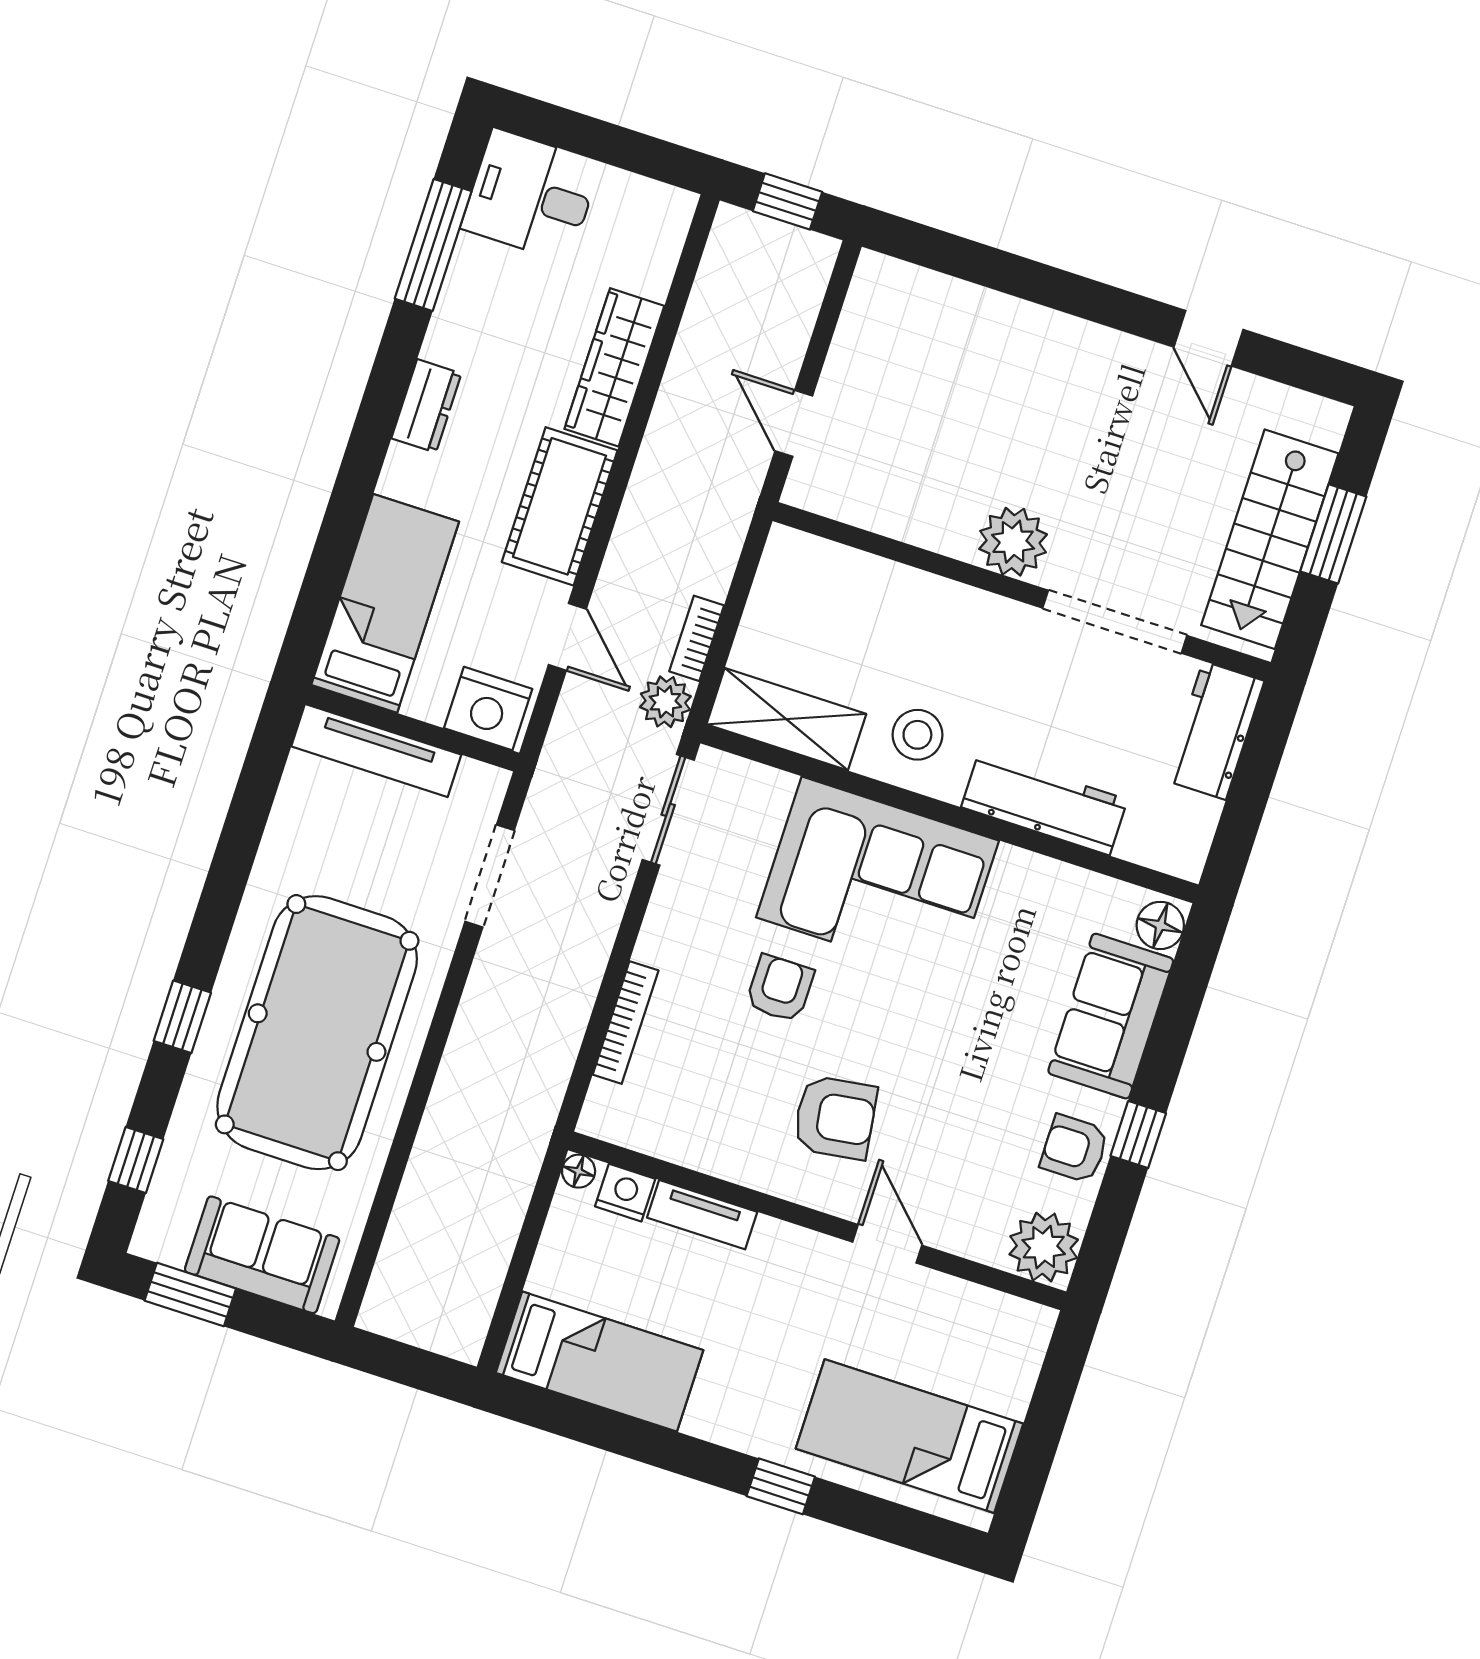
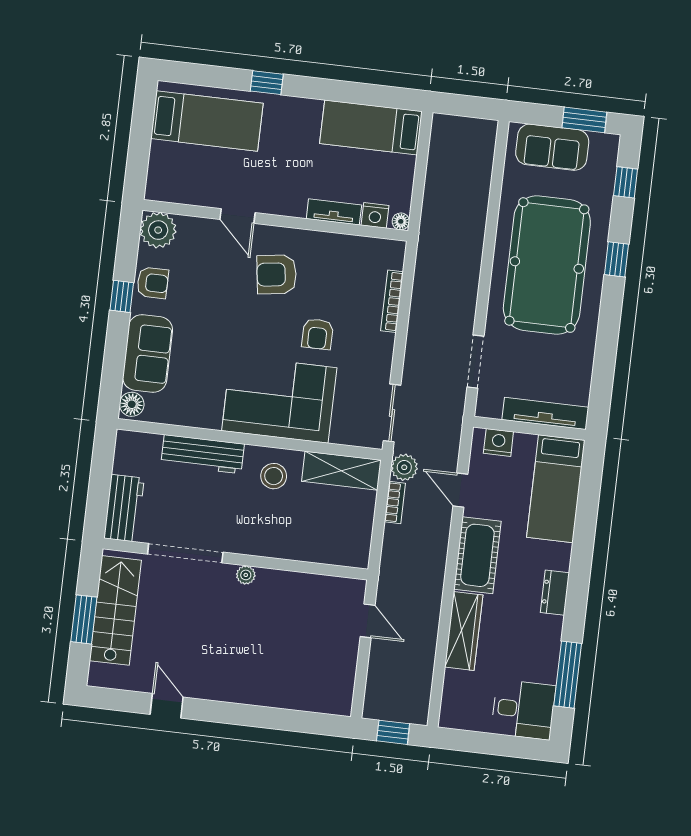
plant: (1013, 542) -> (246, 575), width x0.53, depth x0.53
nightstand: (488, 709) -> (498, 442), width x0.74, depth x0.75

